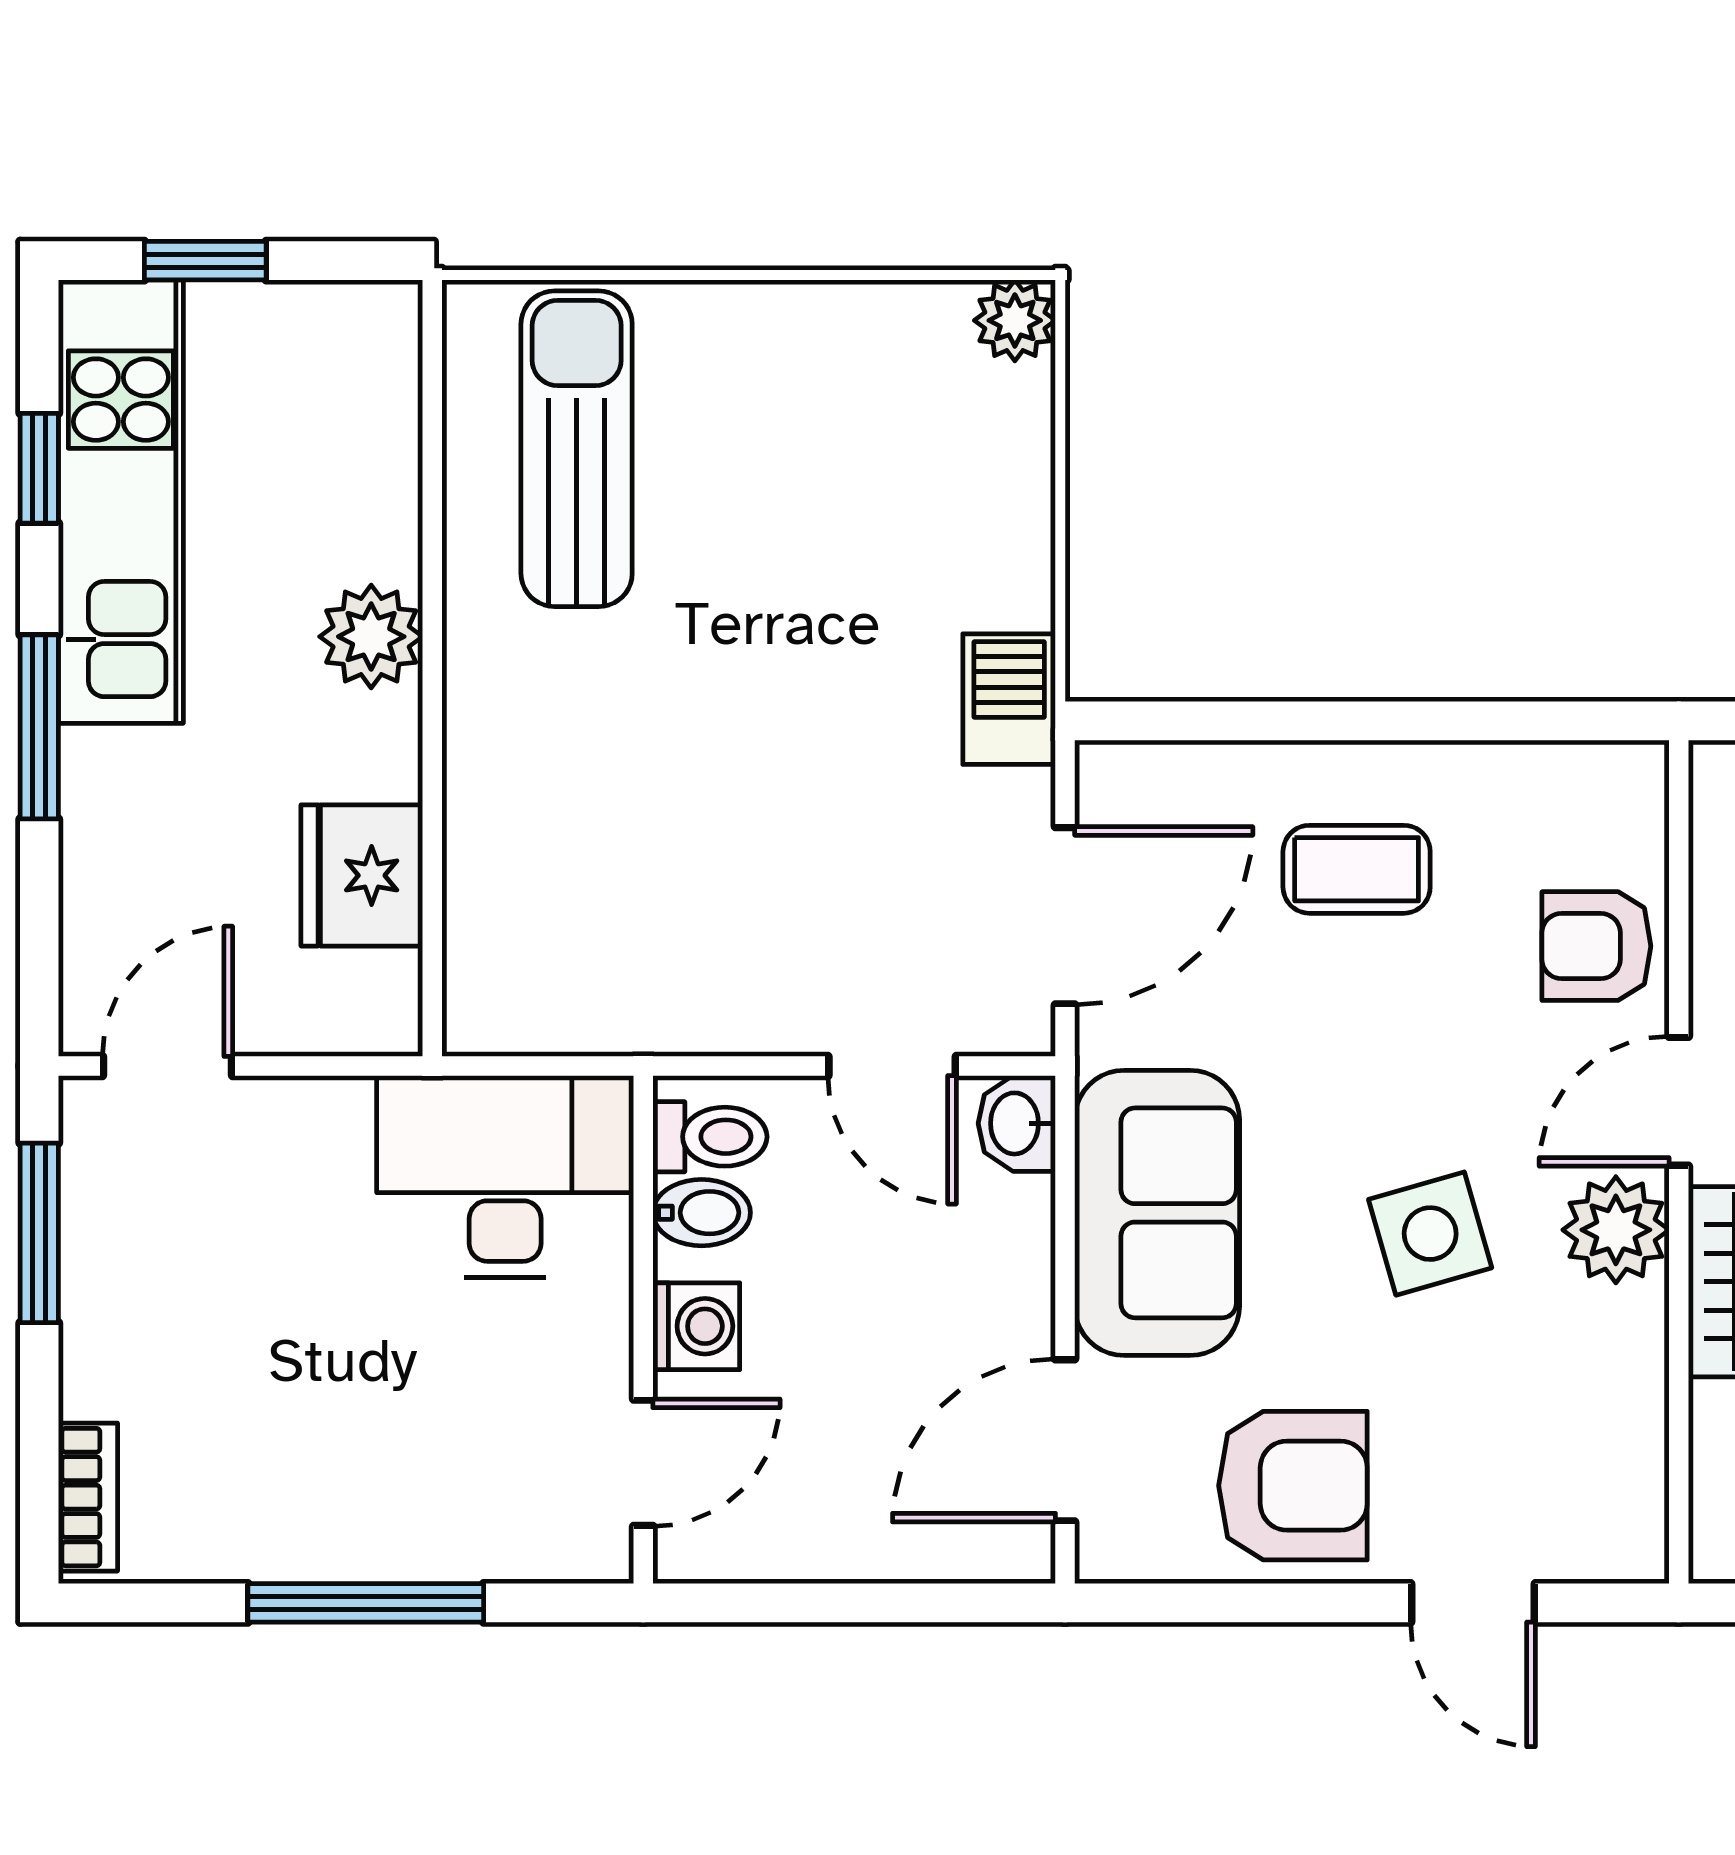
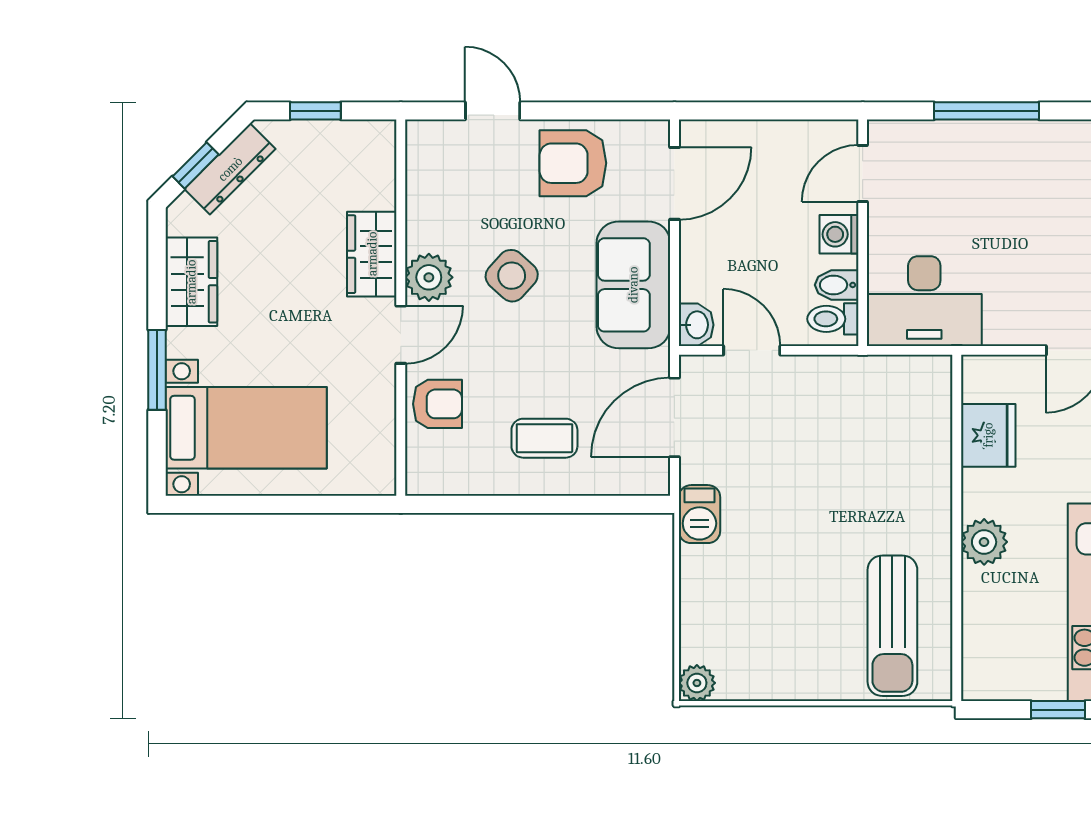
side table: (1430, 1234) -> (512, 276), turned -32

